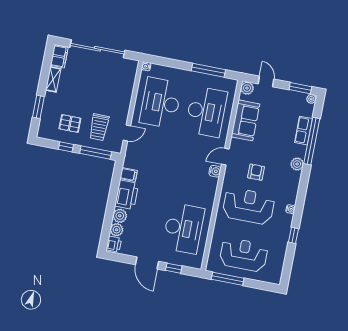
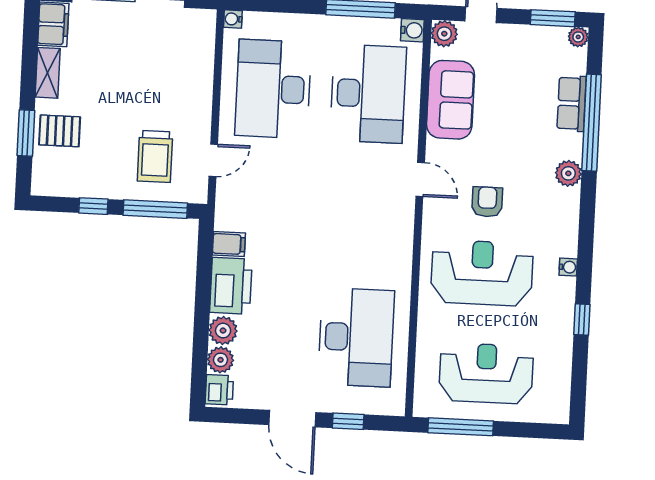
pallet: (70, 124) -> (60, 131), moved
door: (225, 157) -> (420, 179), swing flipped
water cooler: (215, 171) -> (412, 30), moved

